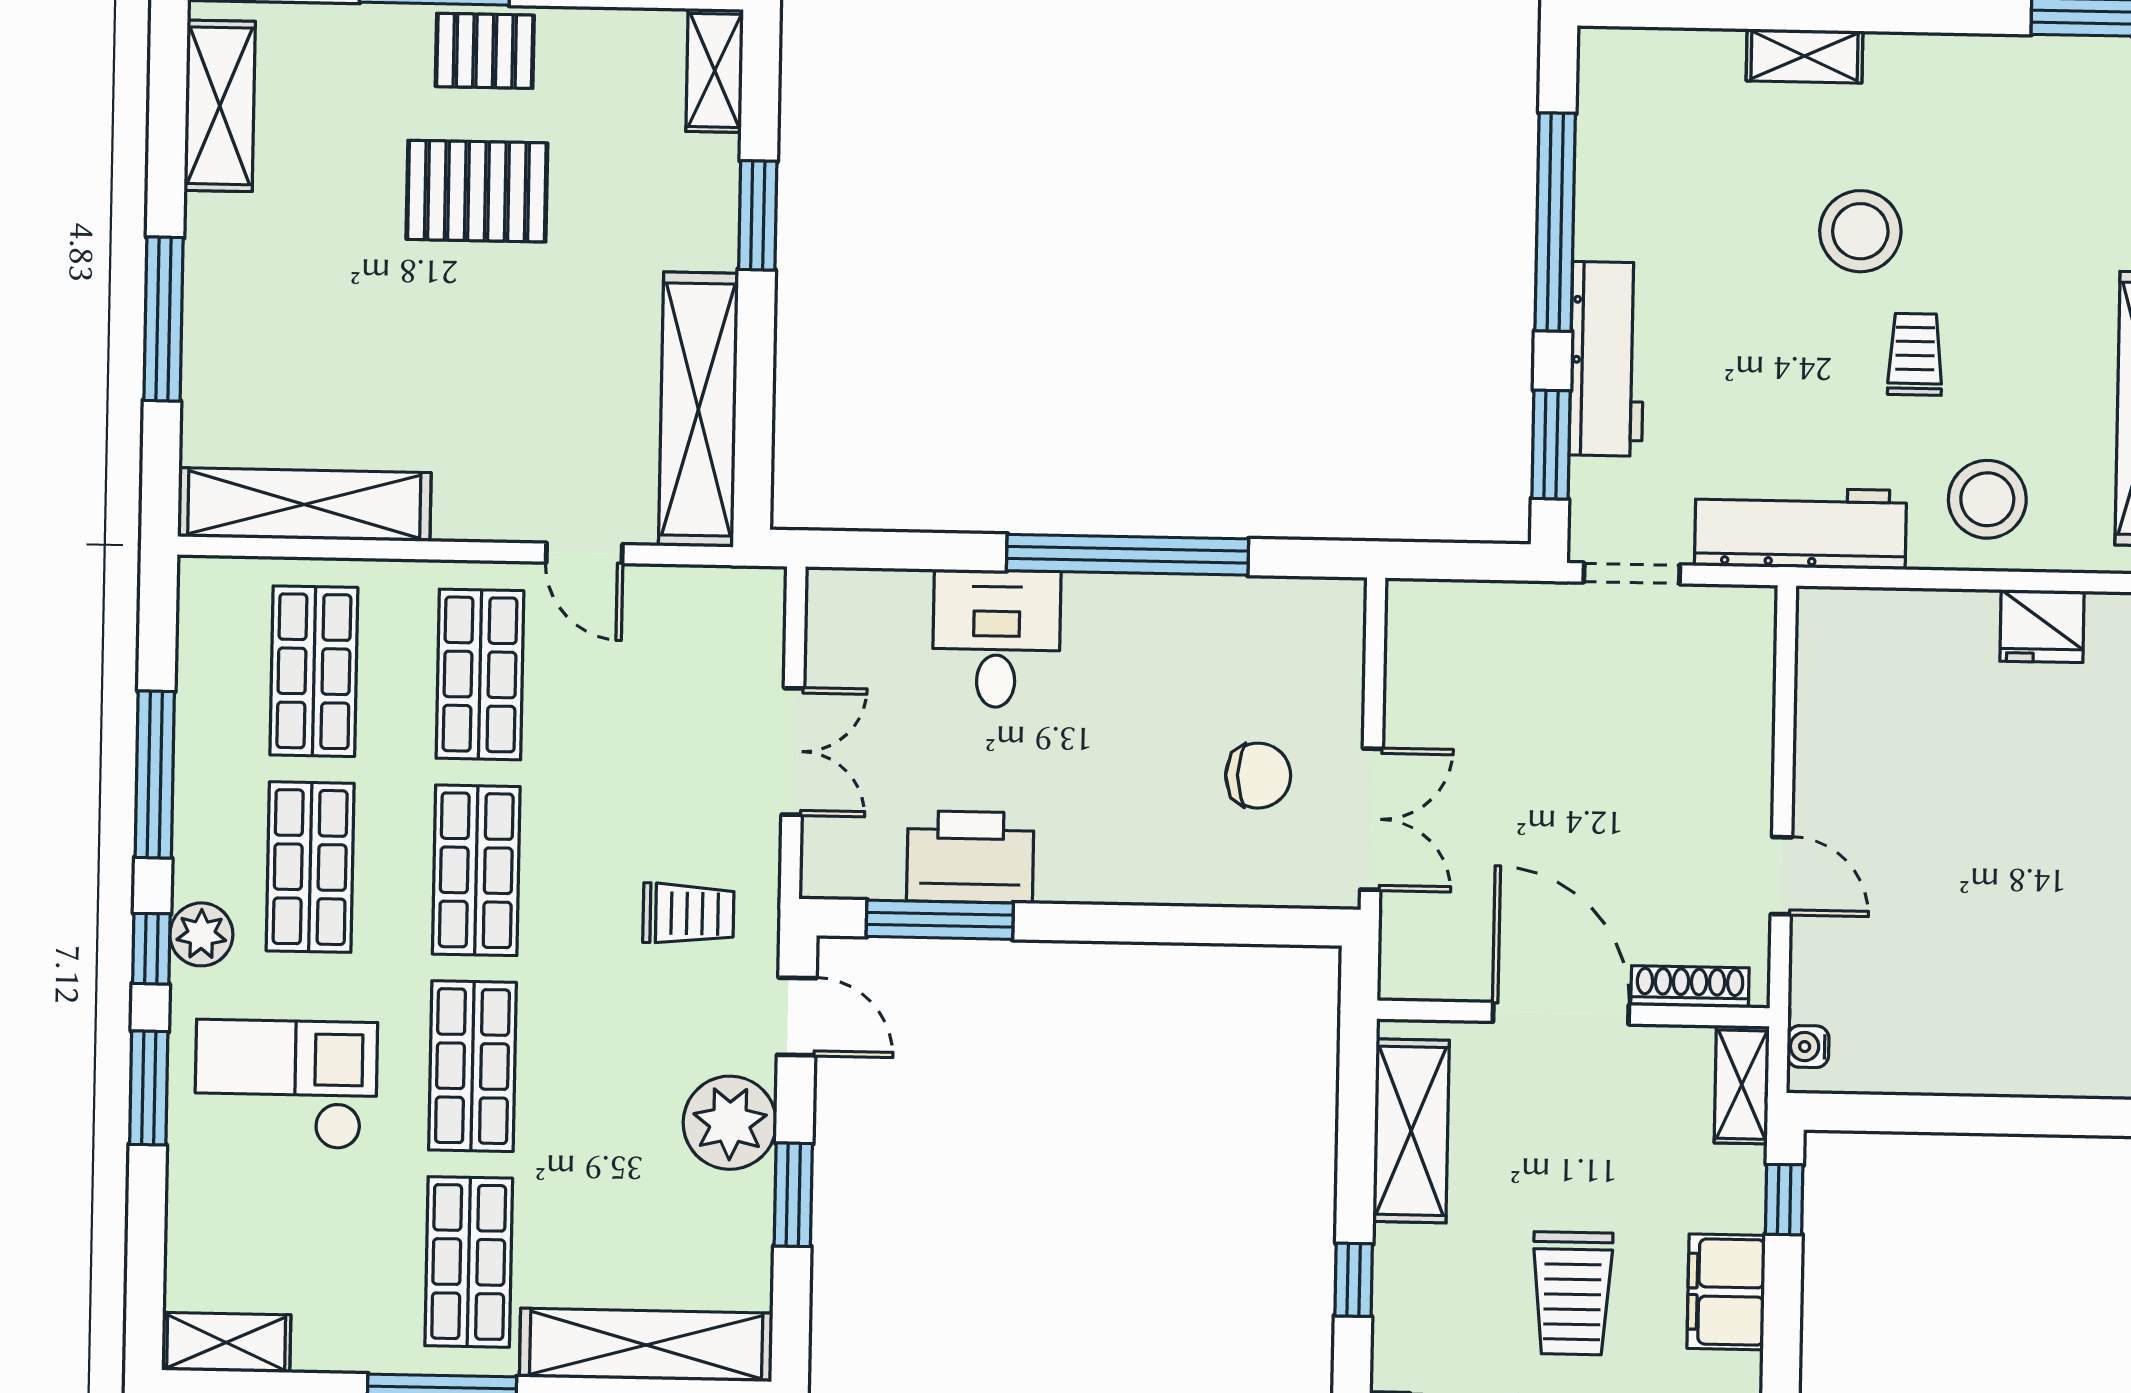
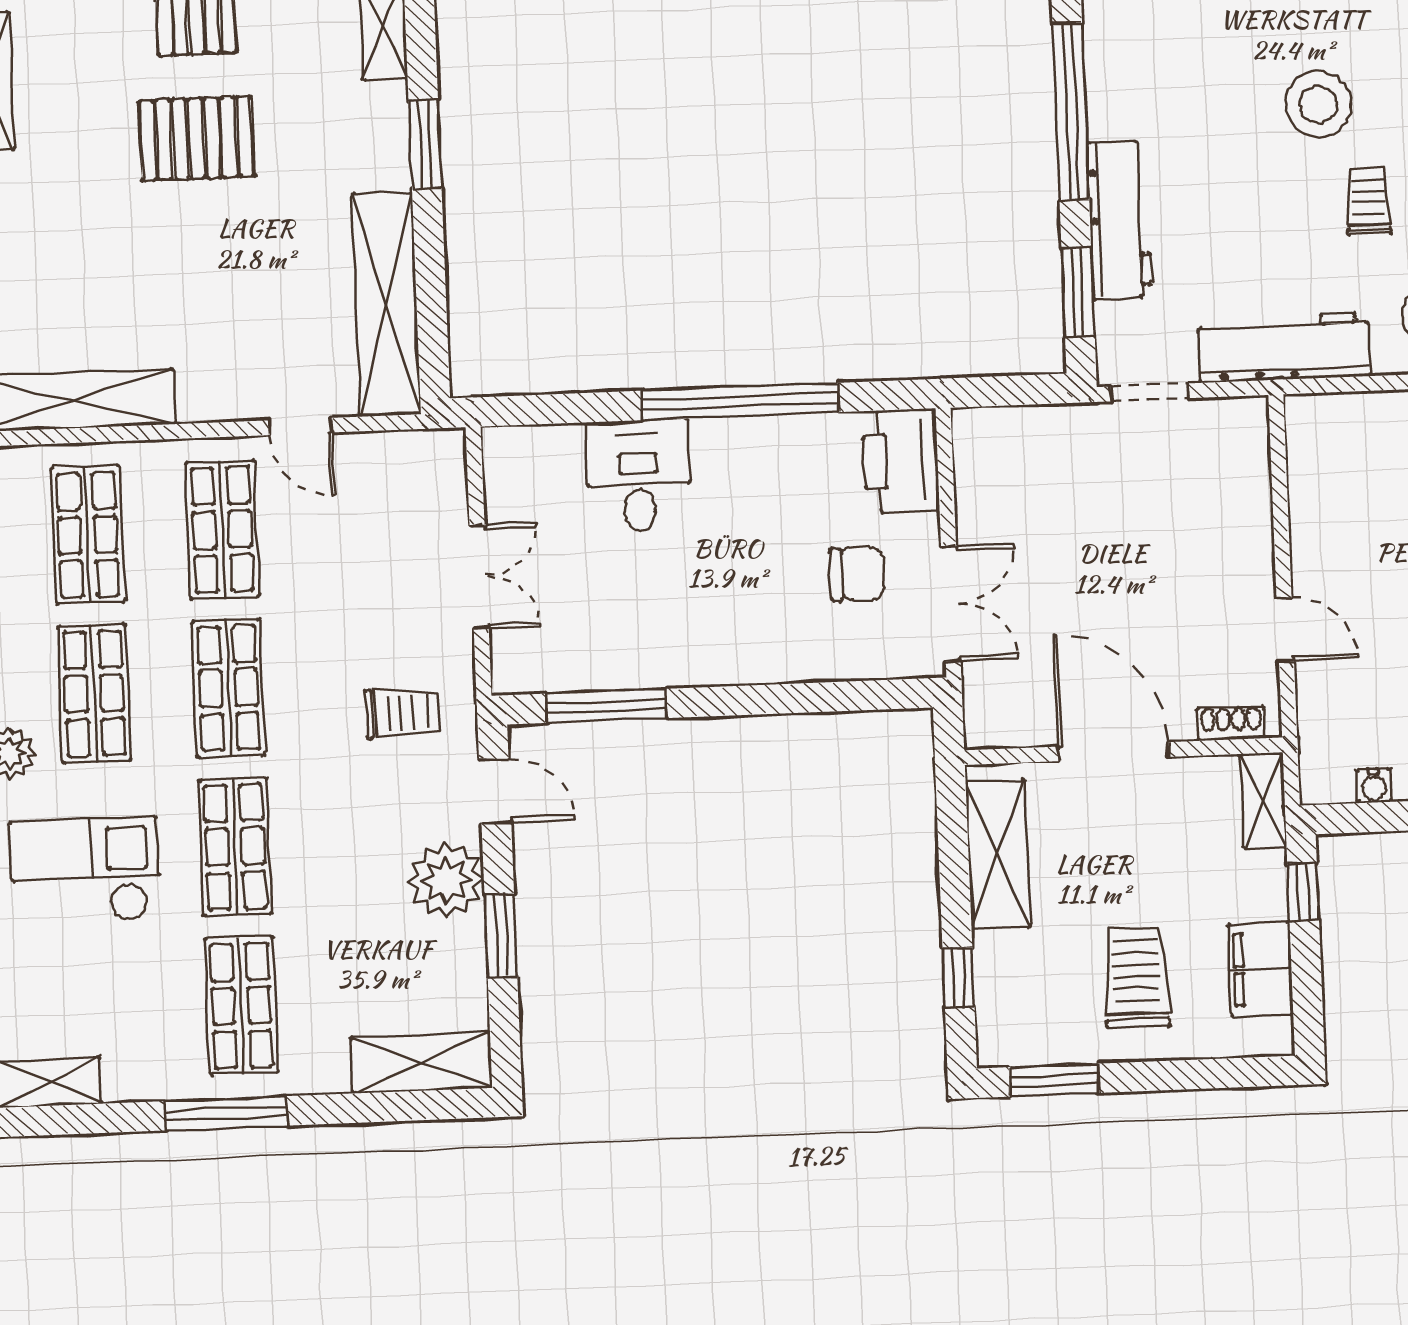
printer: (970, 857) -> (901, 461), moved, turned -90
shoe rack: (1690, 987) -> (1231, 723), width x0.70
water cooler: (1808, 1047) -> (1374, 786), moved, turned -90
trolley: (1572, 1293) -> (1136, 978), turned 180
shelving: (646, 1345) -> (422, 1063), width x0.68

